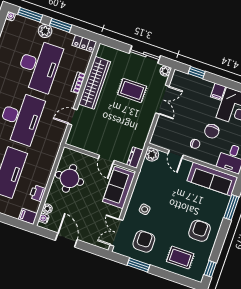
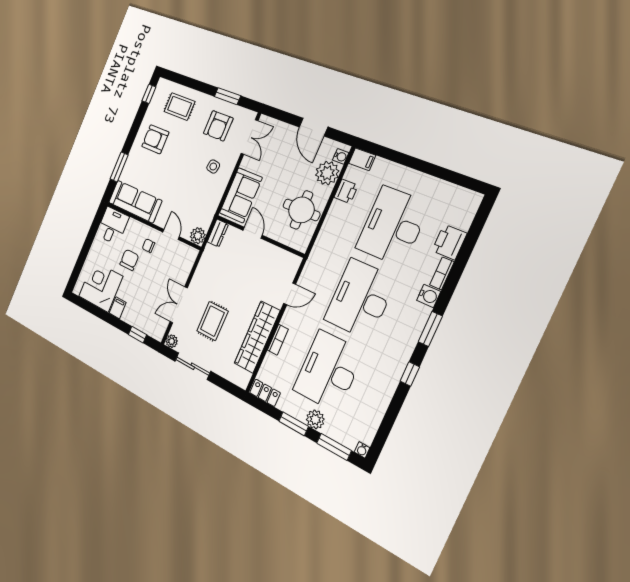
rug: (132, 90) -> (212, 321), turned 90
plant: (47, 209) -> (327, 173), width x1.88, depth x1.88
armchair: (199, 231) -> (155, 139), turned 90

